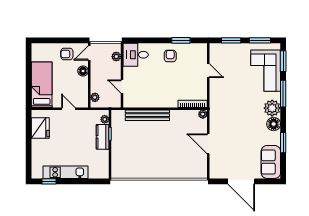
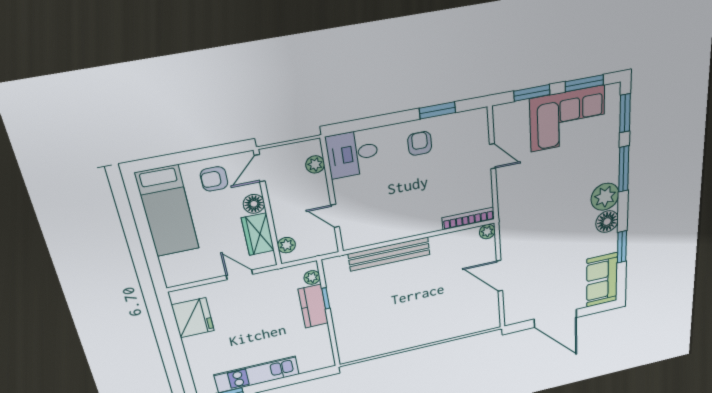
corner sofa: (266, 71) -> (568, 119), moved, turned -90
bed: (42, 85) -> (167, 211), moved, turned 180
wardrobe: (82, 88) -> (258, 234), added

